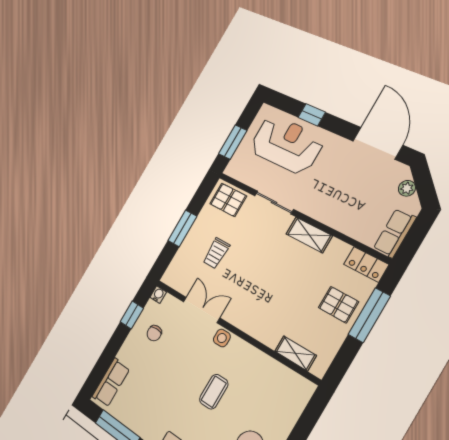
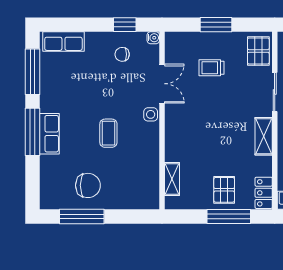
coffee table: (214, 392) -> (108, 133), turned 90

